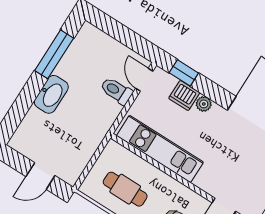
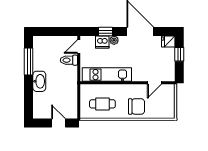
window: (184, 73) -> (105, 32), moved
door: (144, 80) -> (79, 47), hinge flipped
door: (40, 176) -> (59, 123), swing flipped

